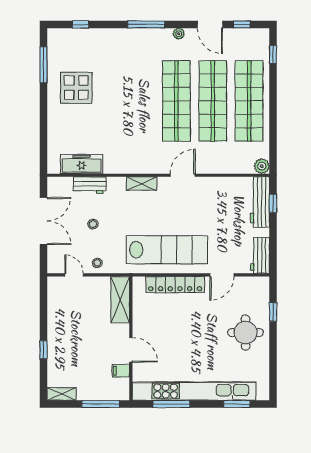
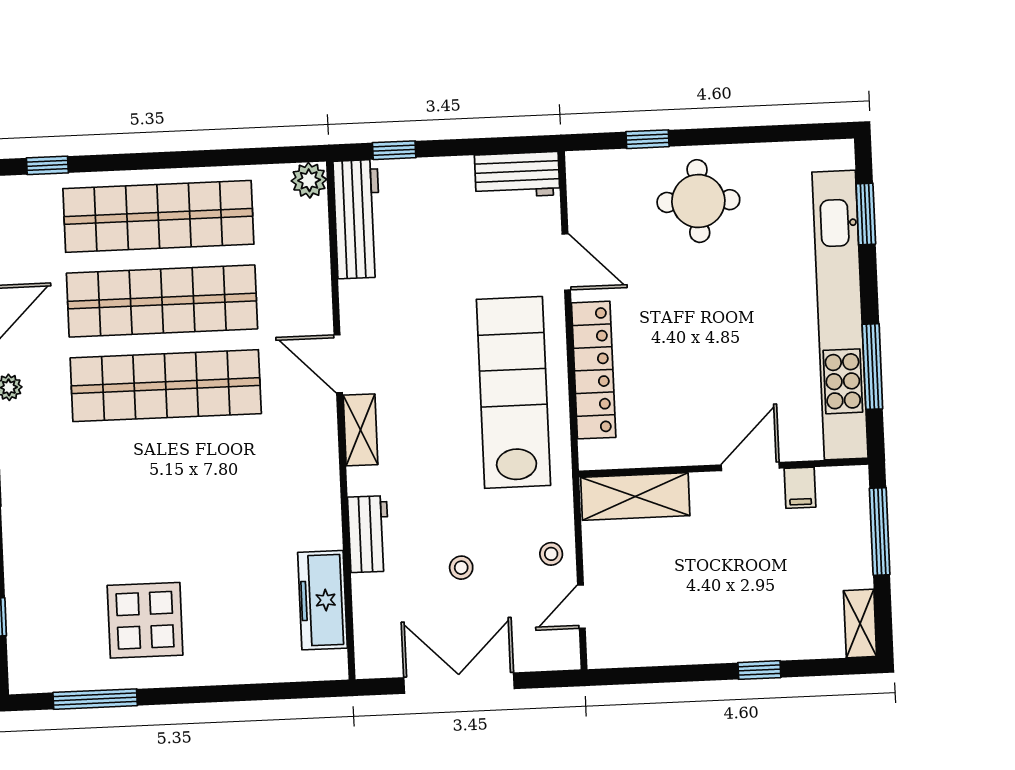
shelving: (142, 184) -> (360, 430), moved
workbench: (90, 185) -> (369, 534), moved
workbench: (260, 202) -> (357, 219), moved, turned -90

